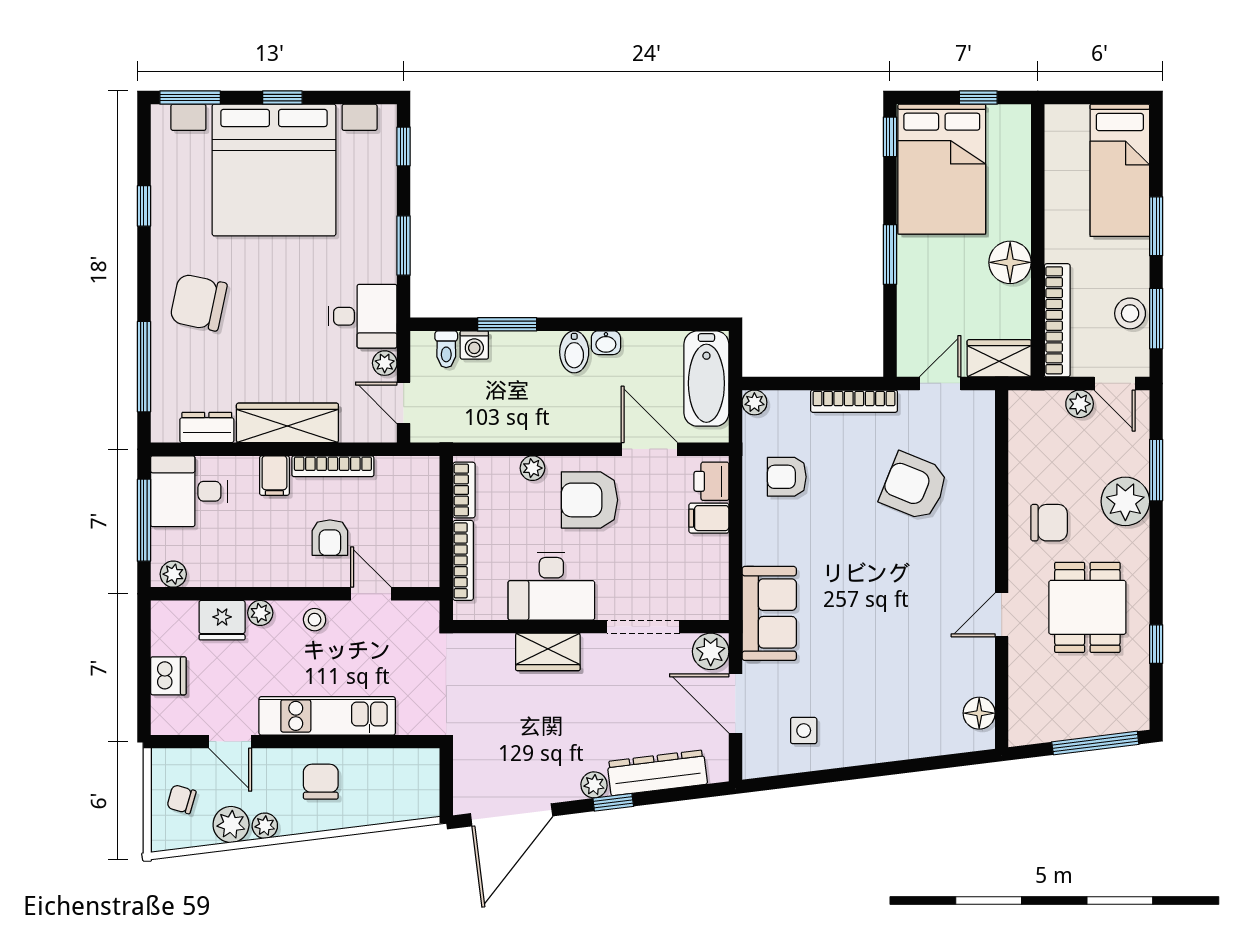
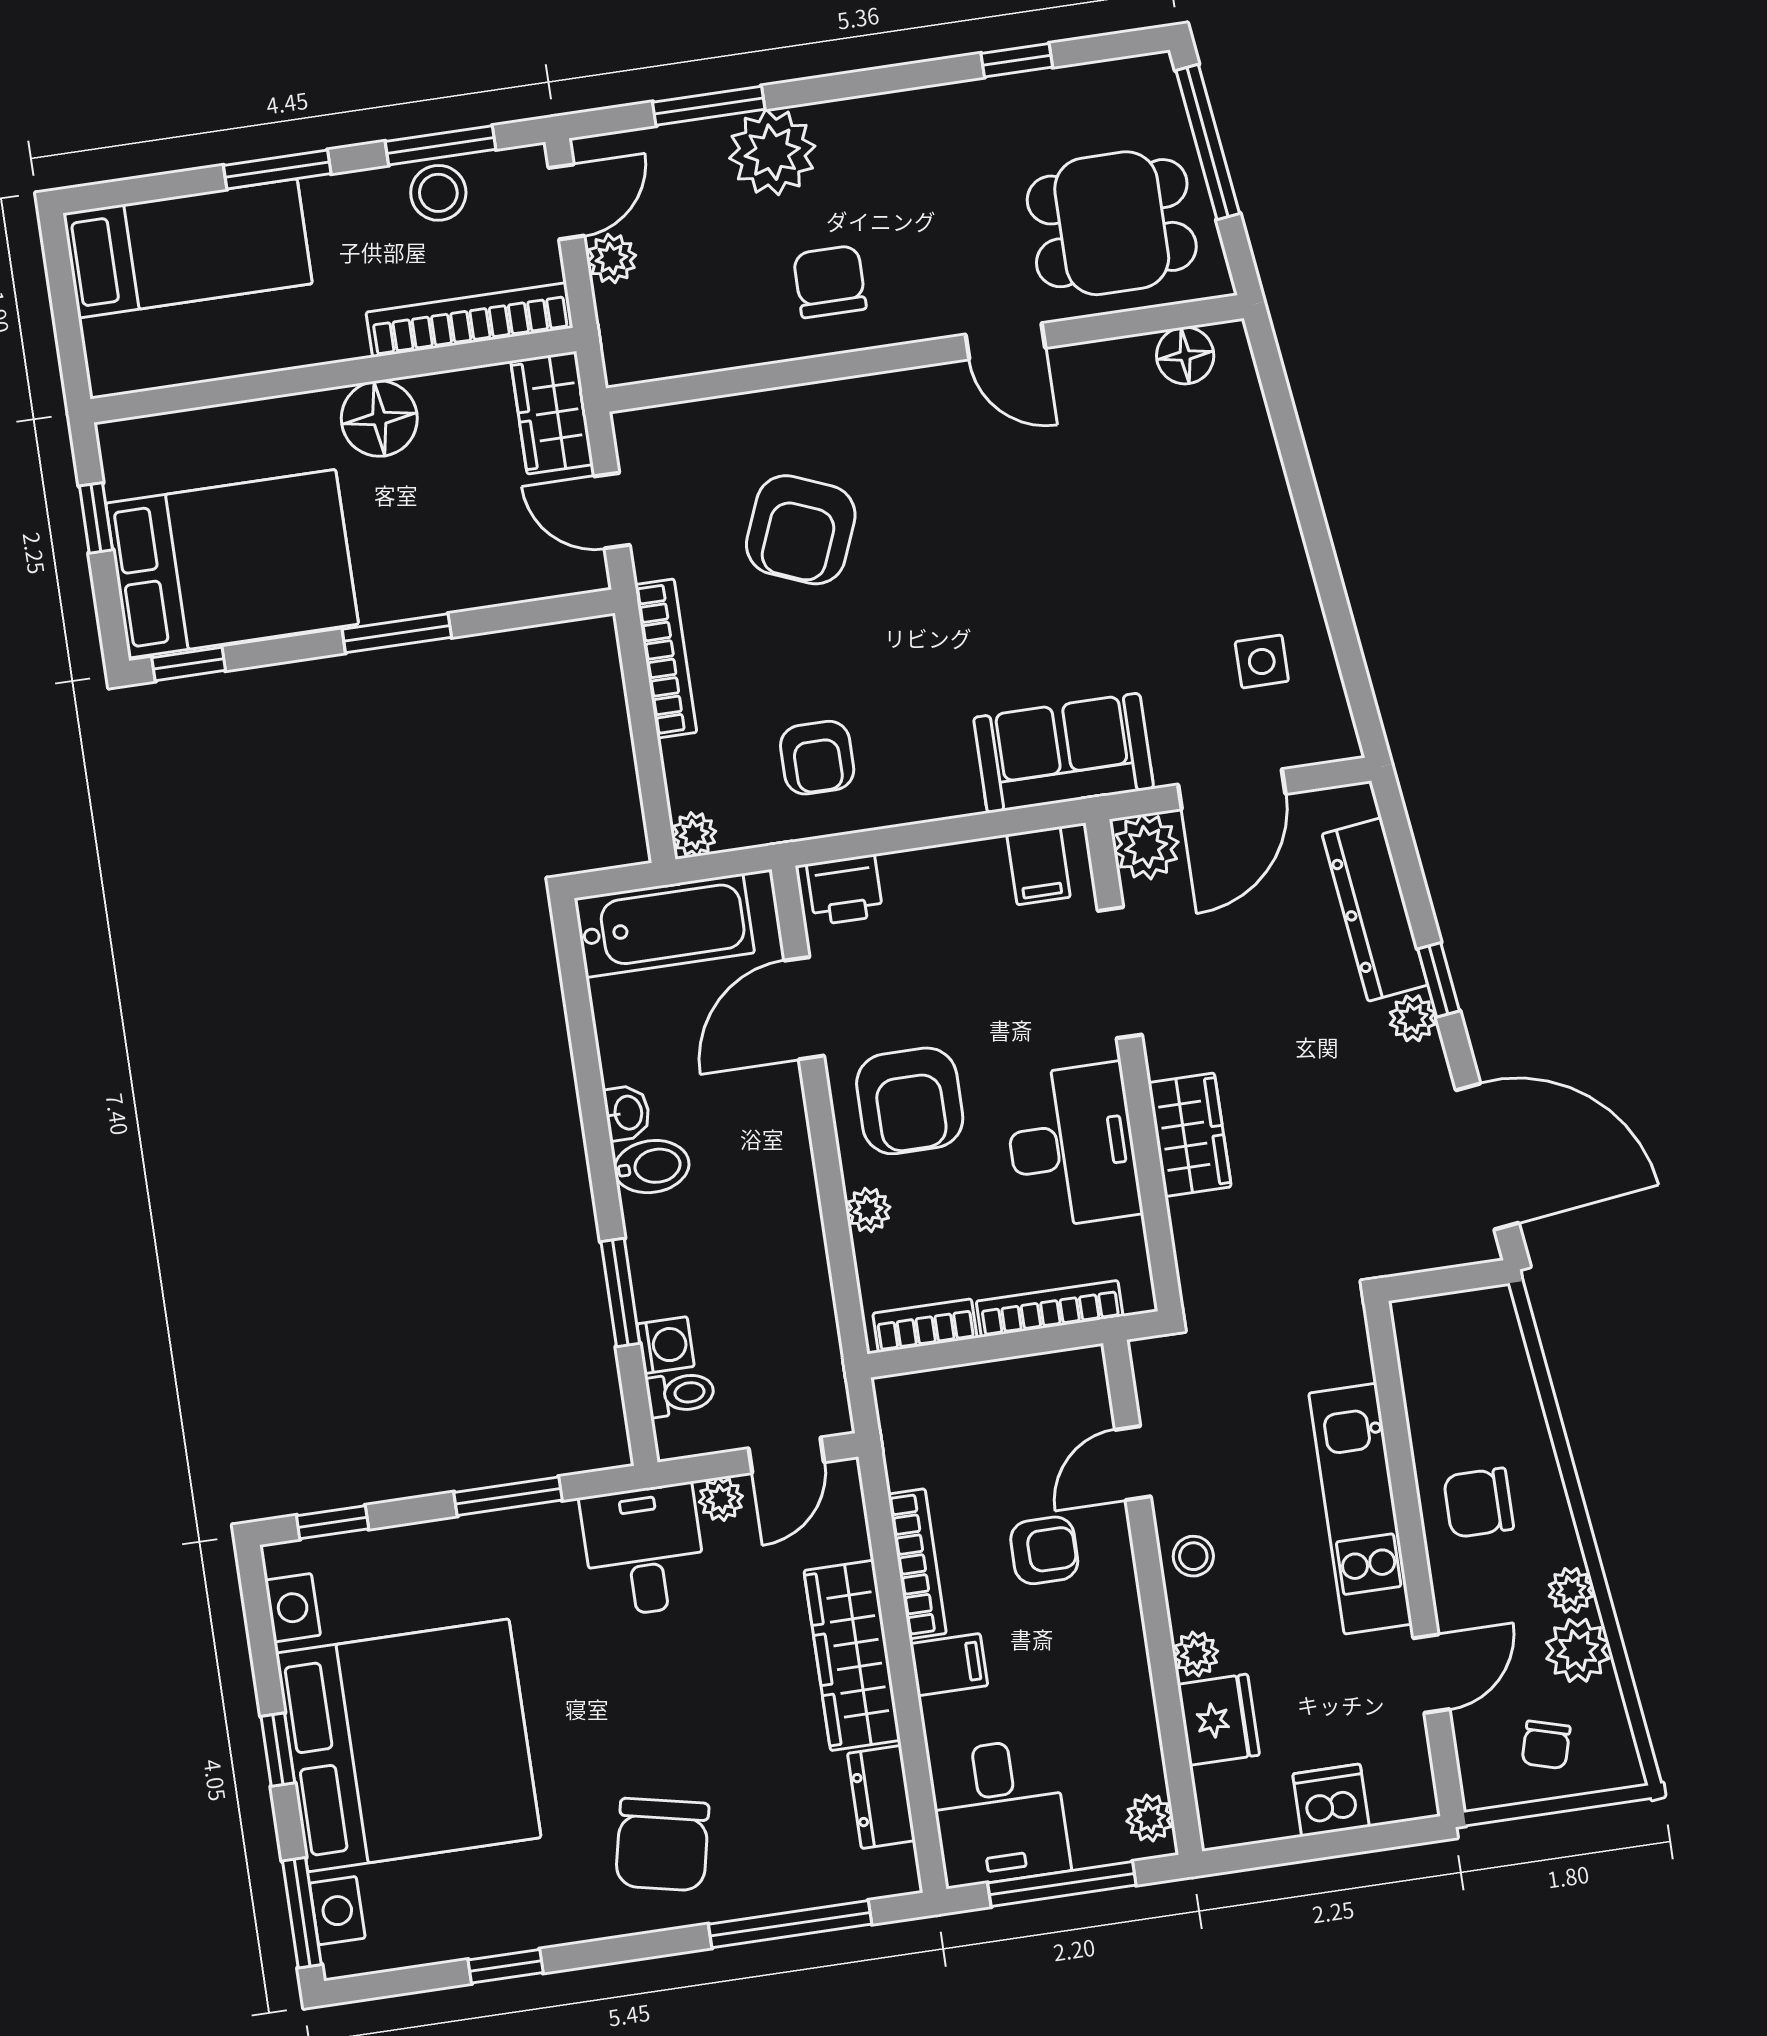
filing cabinet: (709, 518) -> (1039, 866), moved
dining table: (1087, 607) -> (1112, 223), moved

